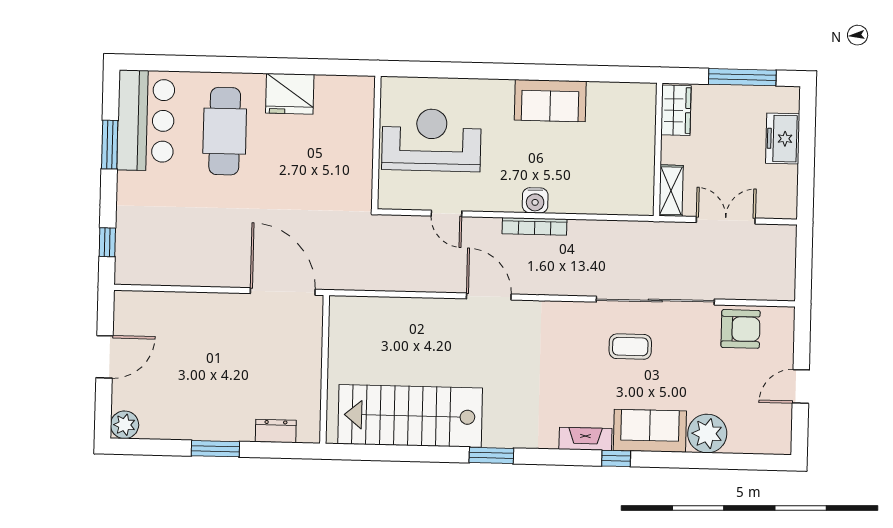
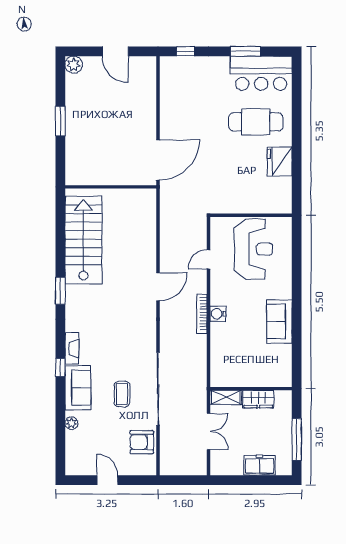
wardrobe: (676, 110) -> (258, 399), moved
armchair: (741, 329) -> (142, 442), turned 90
coffee table: (630, 347) -> (122, 394), moved
dresser: (276, 431) -> (72, 158), removed
plant: (707, 434) -> (71, 423), width x0.53, depth x0.53

